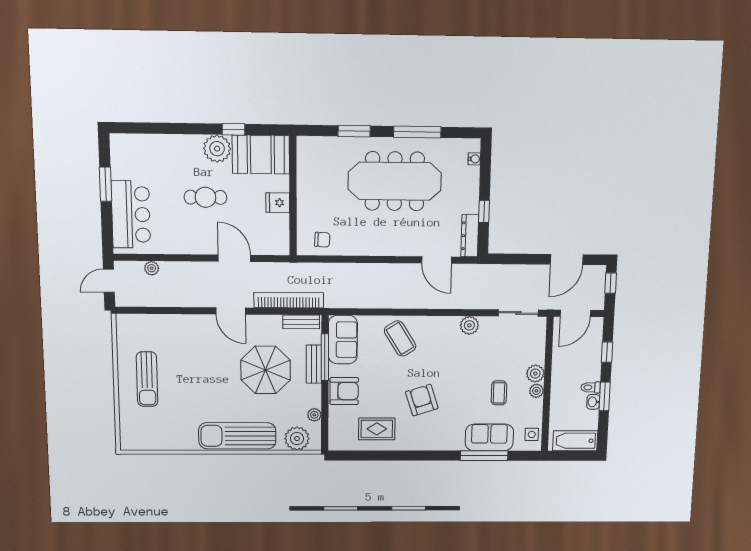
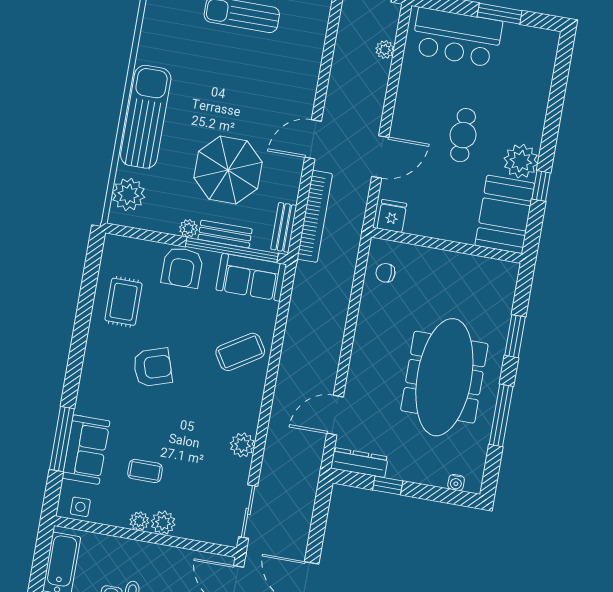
fridge: (278, 203) -> (392, 216), moved
chair: (322, 240) -> (385, 273), turned 87
window: (325, 357) -> (232, 250), width x1.46
plant: (314, 415) -> (188, 228), moved

